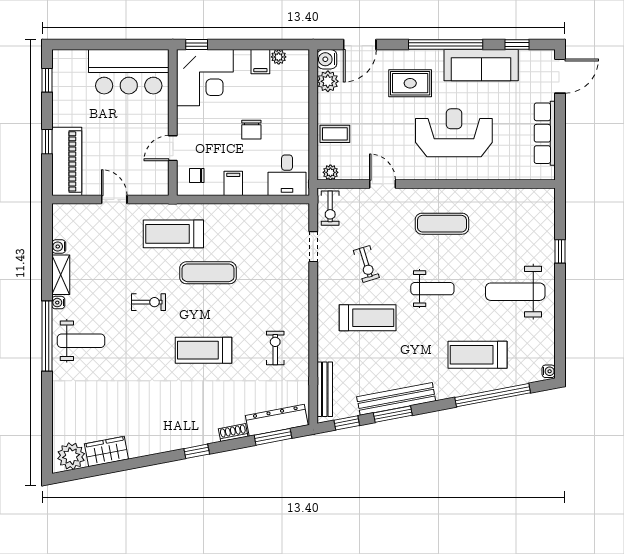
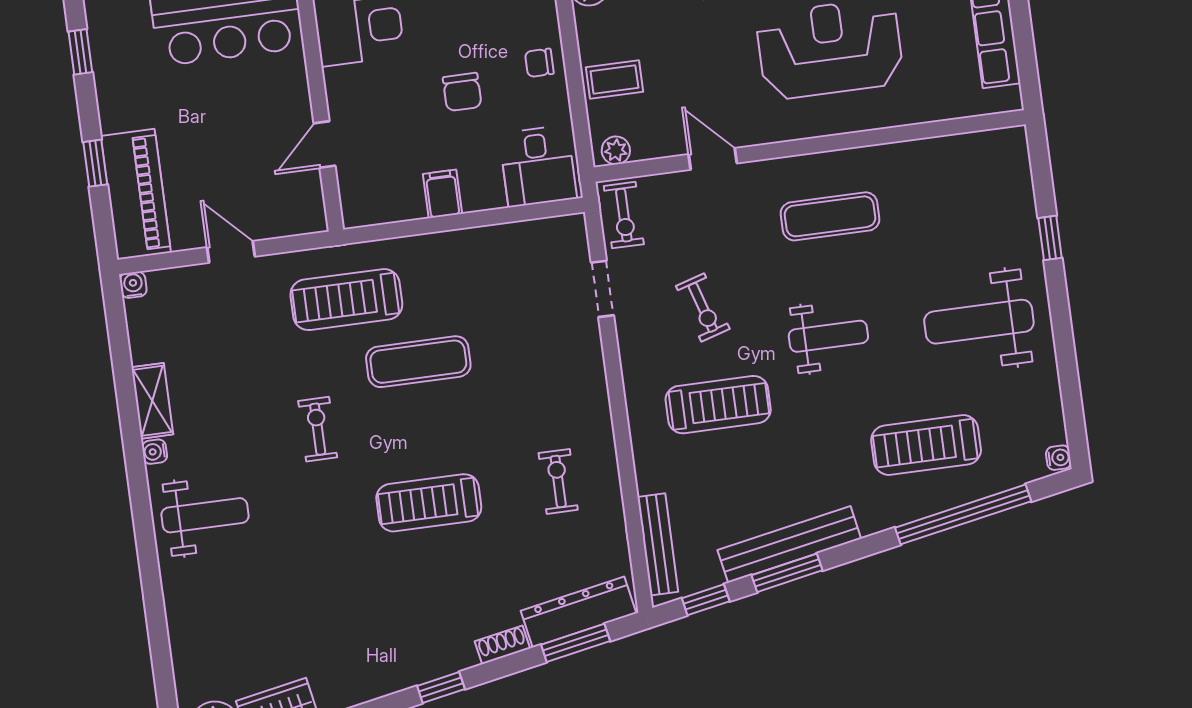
chair: (197, 175) -> (539, 63), moved
water cooler: (59, 247) -> (133, 285), moved, turned 90
exercise bike: (148, 302) -> (318, 429), turned -90
window: (47, 336) -> (142, 515), removed

